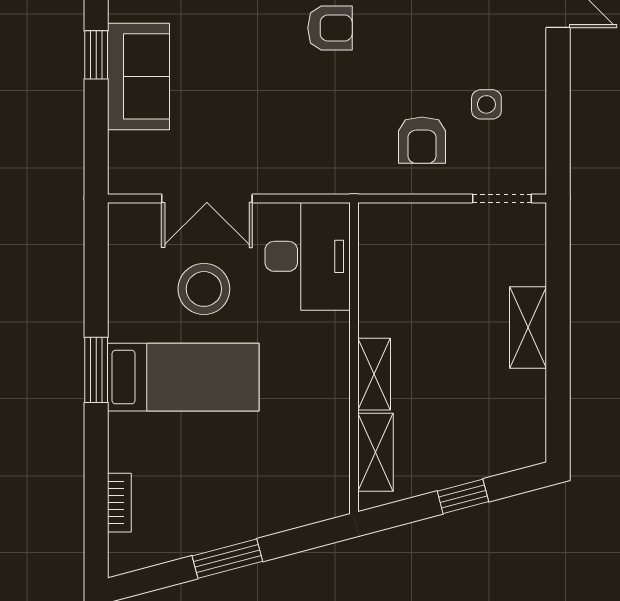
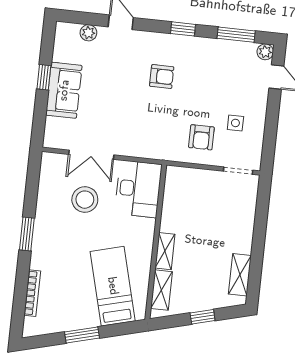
shelving: (528, 327) -> (240, 275), moved
bed: (183, 377) -> (113, 286), moved, turned -105
bookcase: (119, 503) -> (32, 293), width x1.56

